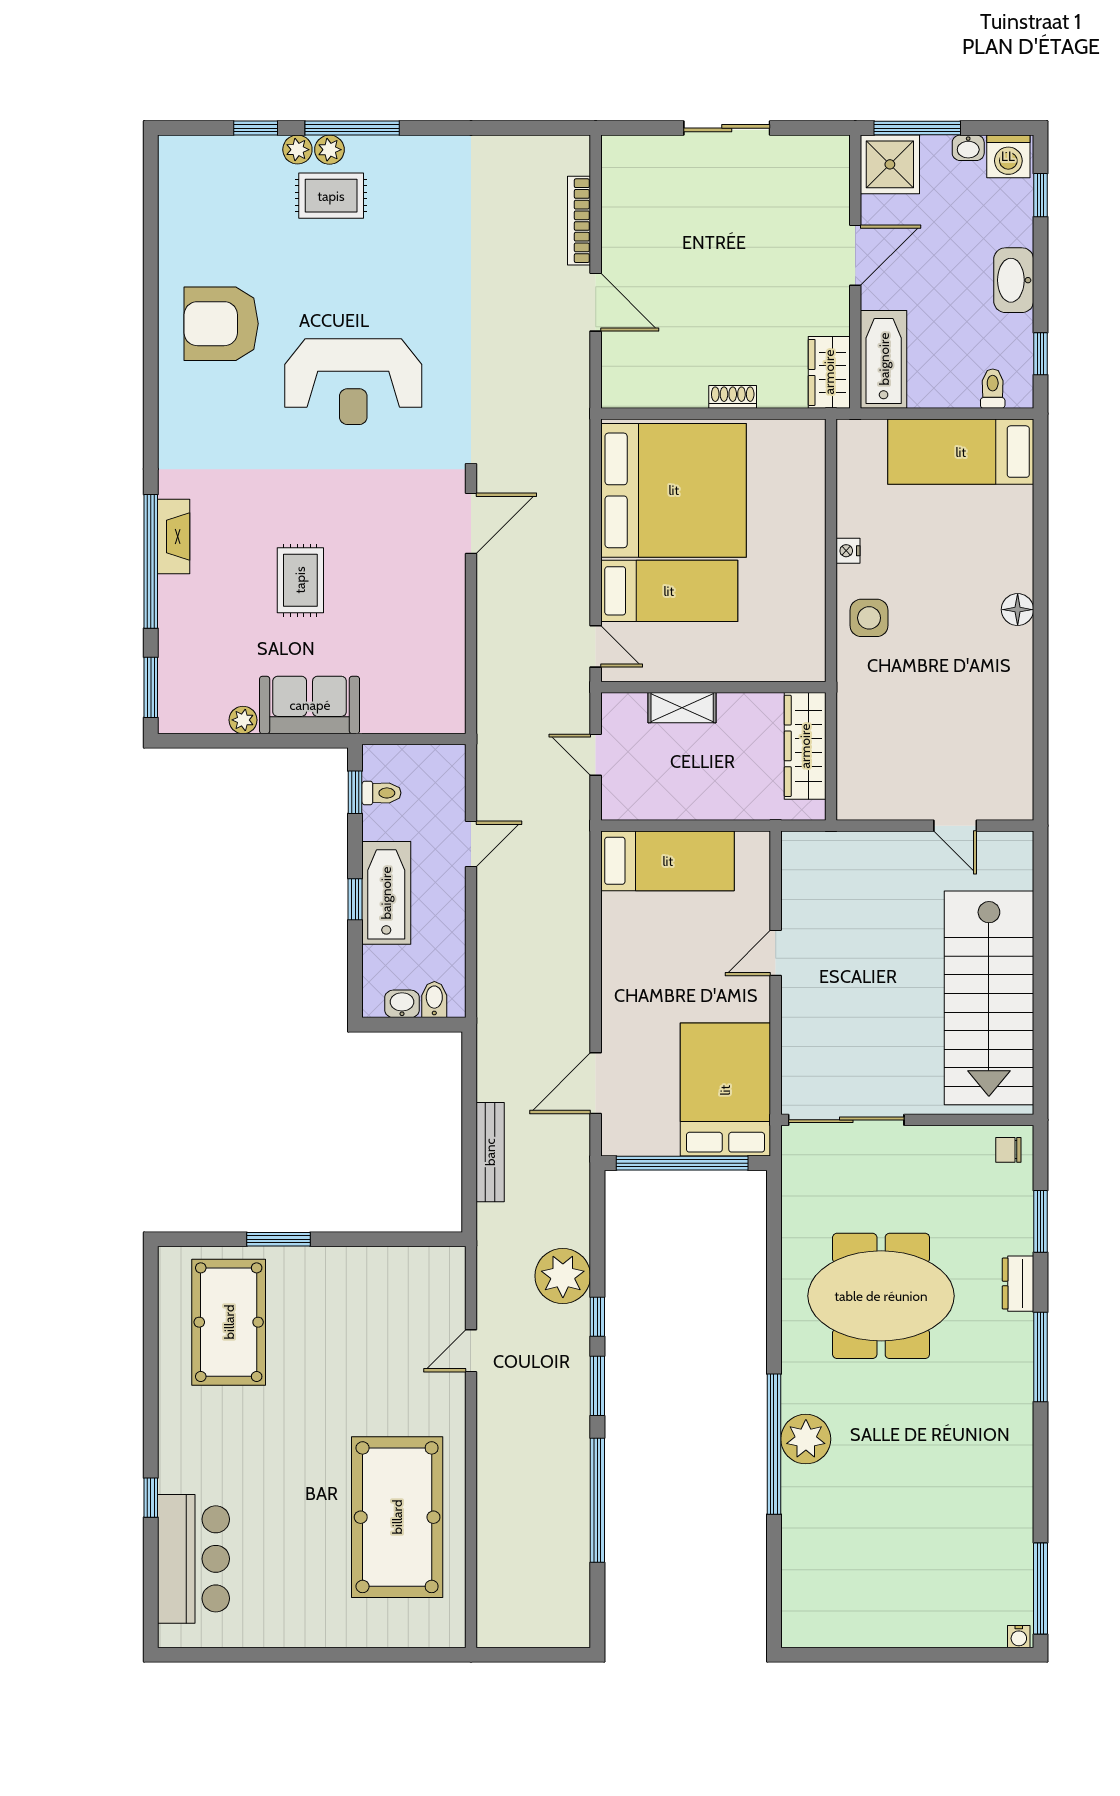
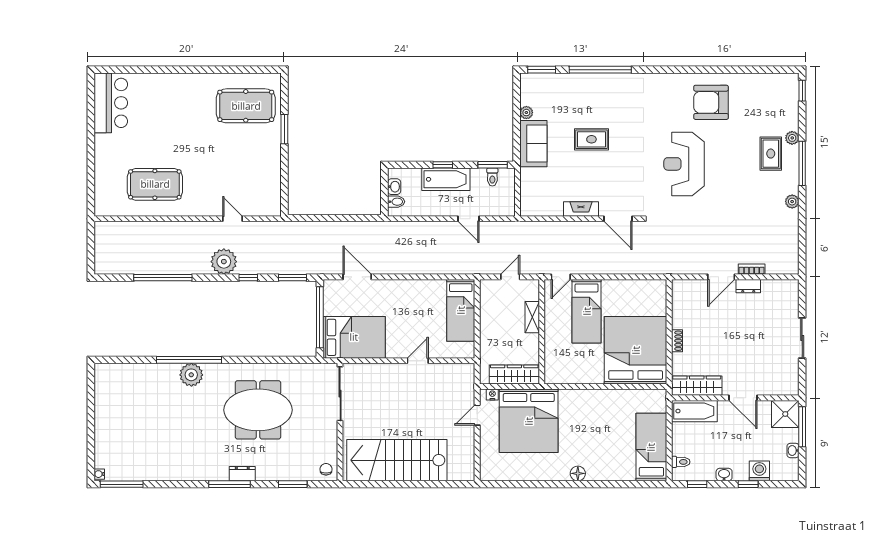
window: (256, 128) -> (802, 91), moved
plant: (329, 150) -> (792, 202), moved
washing machine: (1008, 156) -> (759, 471), moved, turned 90
window: (1040, 195) -> (748, 484), moved
bookcase: (579, 221) -> (752, 269), width x0.64
dresser: (615, 244) -> (748, 286), added
washbasin: (1014, 280) -> (724, 475), width x0.52, depth x0.69
armchair: (221, 324) -> (711, 102), turned -90
wardrobe: (829, 372) -> (697, 386), width x1.50
bed: (674, 490) -> (636, 350), moved, turned 180
fireplace: (174, 537) -> (581, 209), moved, turned 180
nightstand: (848, 551) -> (492, 395), moved
side table: (869, 618) -> (574, 404), removed
bed: (904, 715) -> (529, 421), added
window: (355, 792) -> (493, 165), width x1.50
door: (955, 826) -> (477, 415), moved
door: (776, 953) -> (418, 361), hinge flipped
bench: (490, 1152) -> (325, 228), removed
plant: (563, 1276) -> (224, 262), moved
dresser: (1018, 1284) -> (242, 474), moved
meeting table: (881, 1296) -> (258, 410), turned 90
window: (597, 1386) -> (293, 278), moved
window: (151, 1498) -> (164, 70), removed
pool table: (397, 1517) -> (155, 184), width x0.73, depth x0.76
bar counter: (194, 1559) -> (111, 103), moved, turned -90

